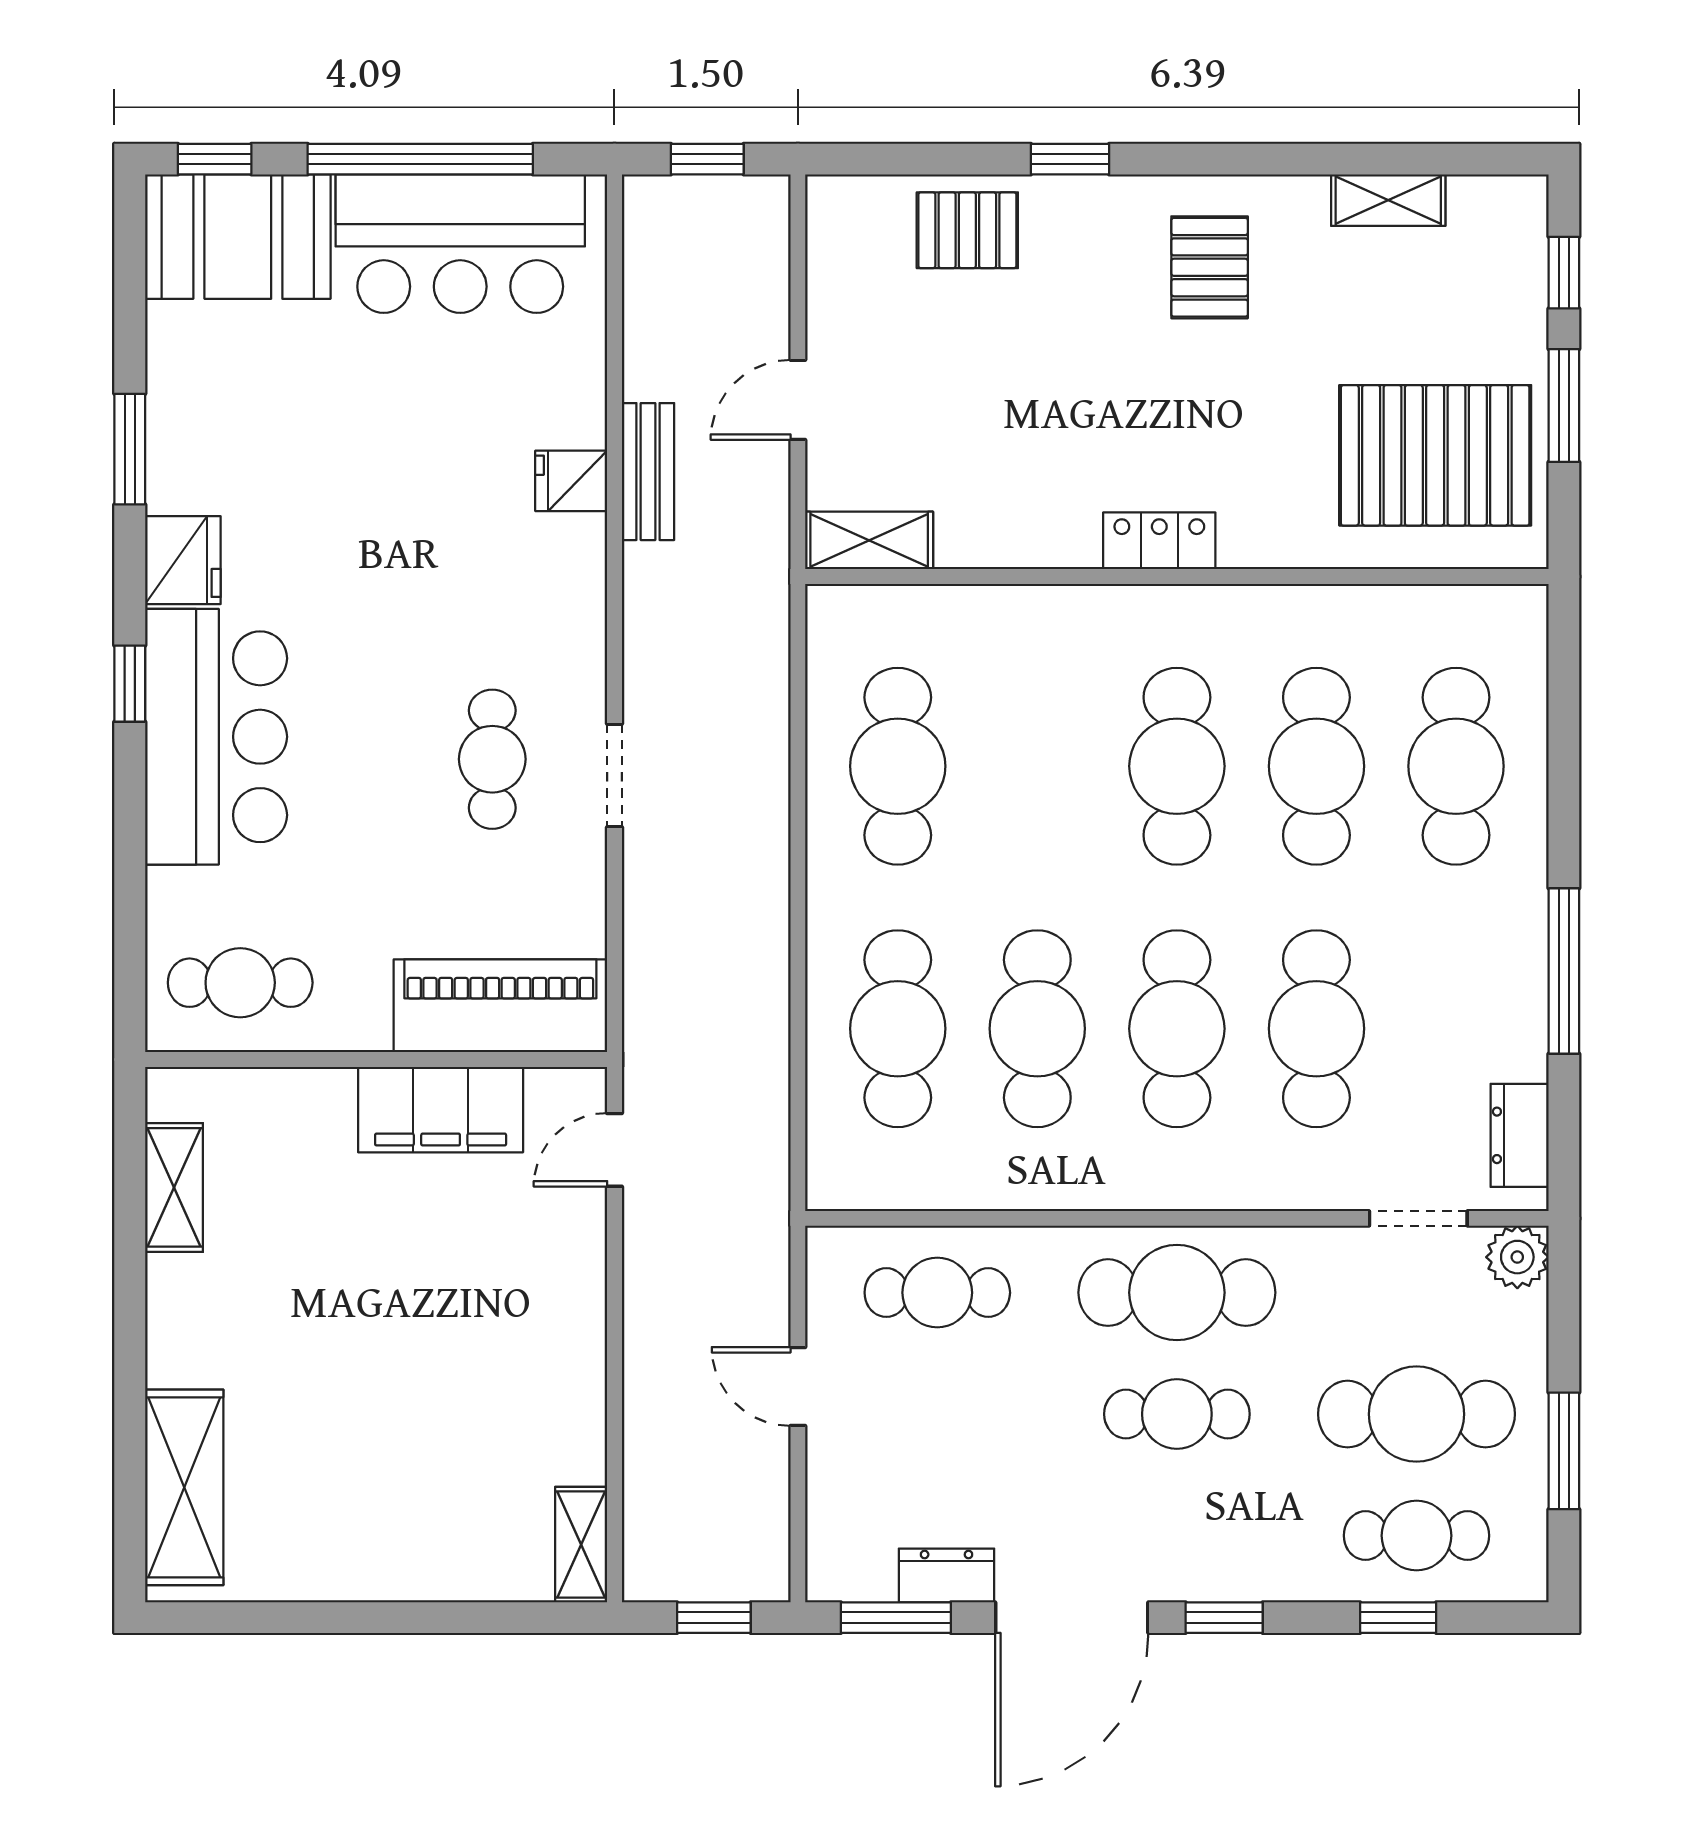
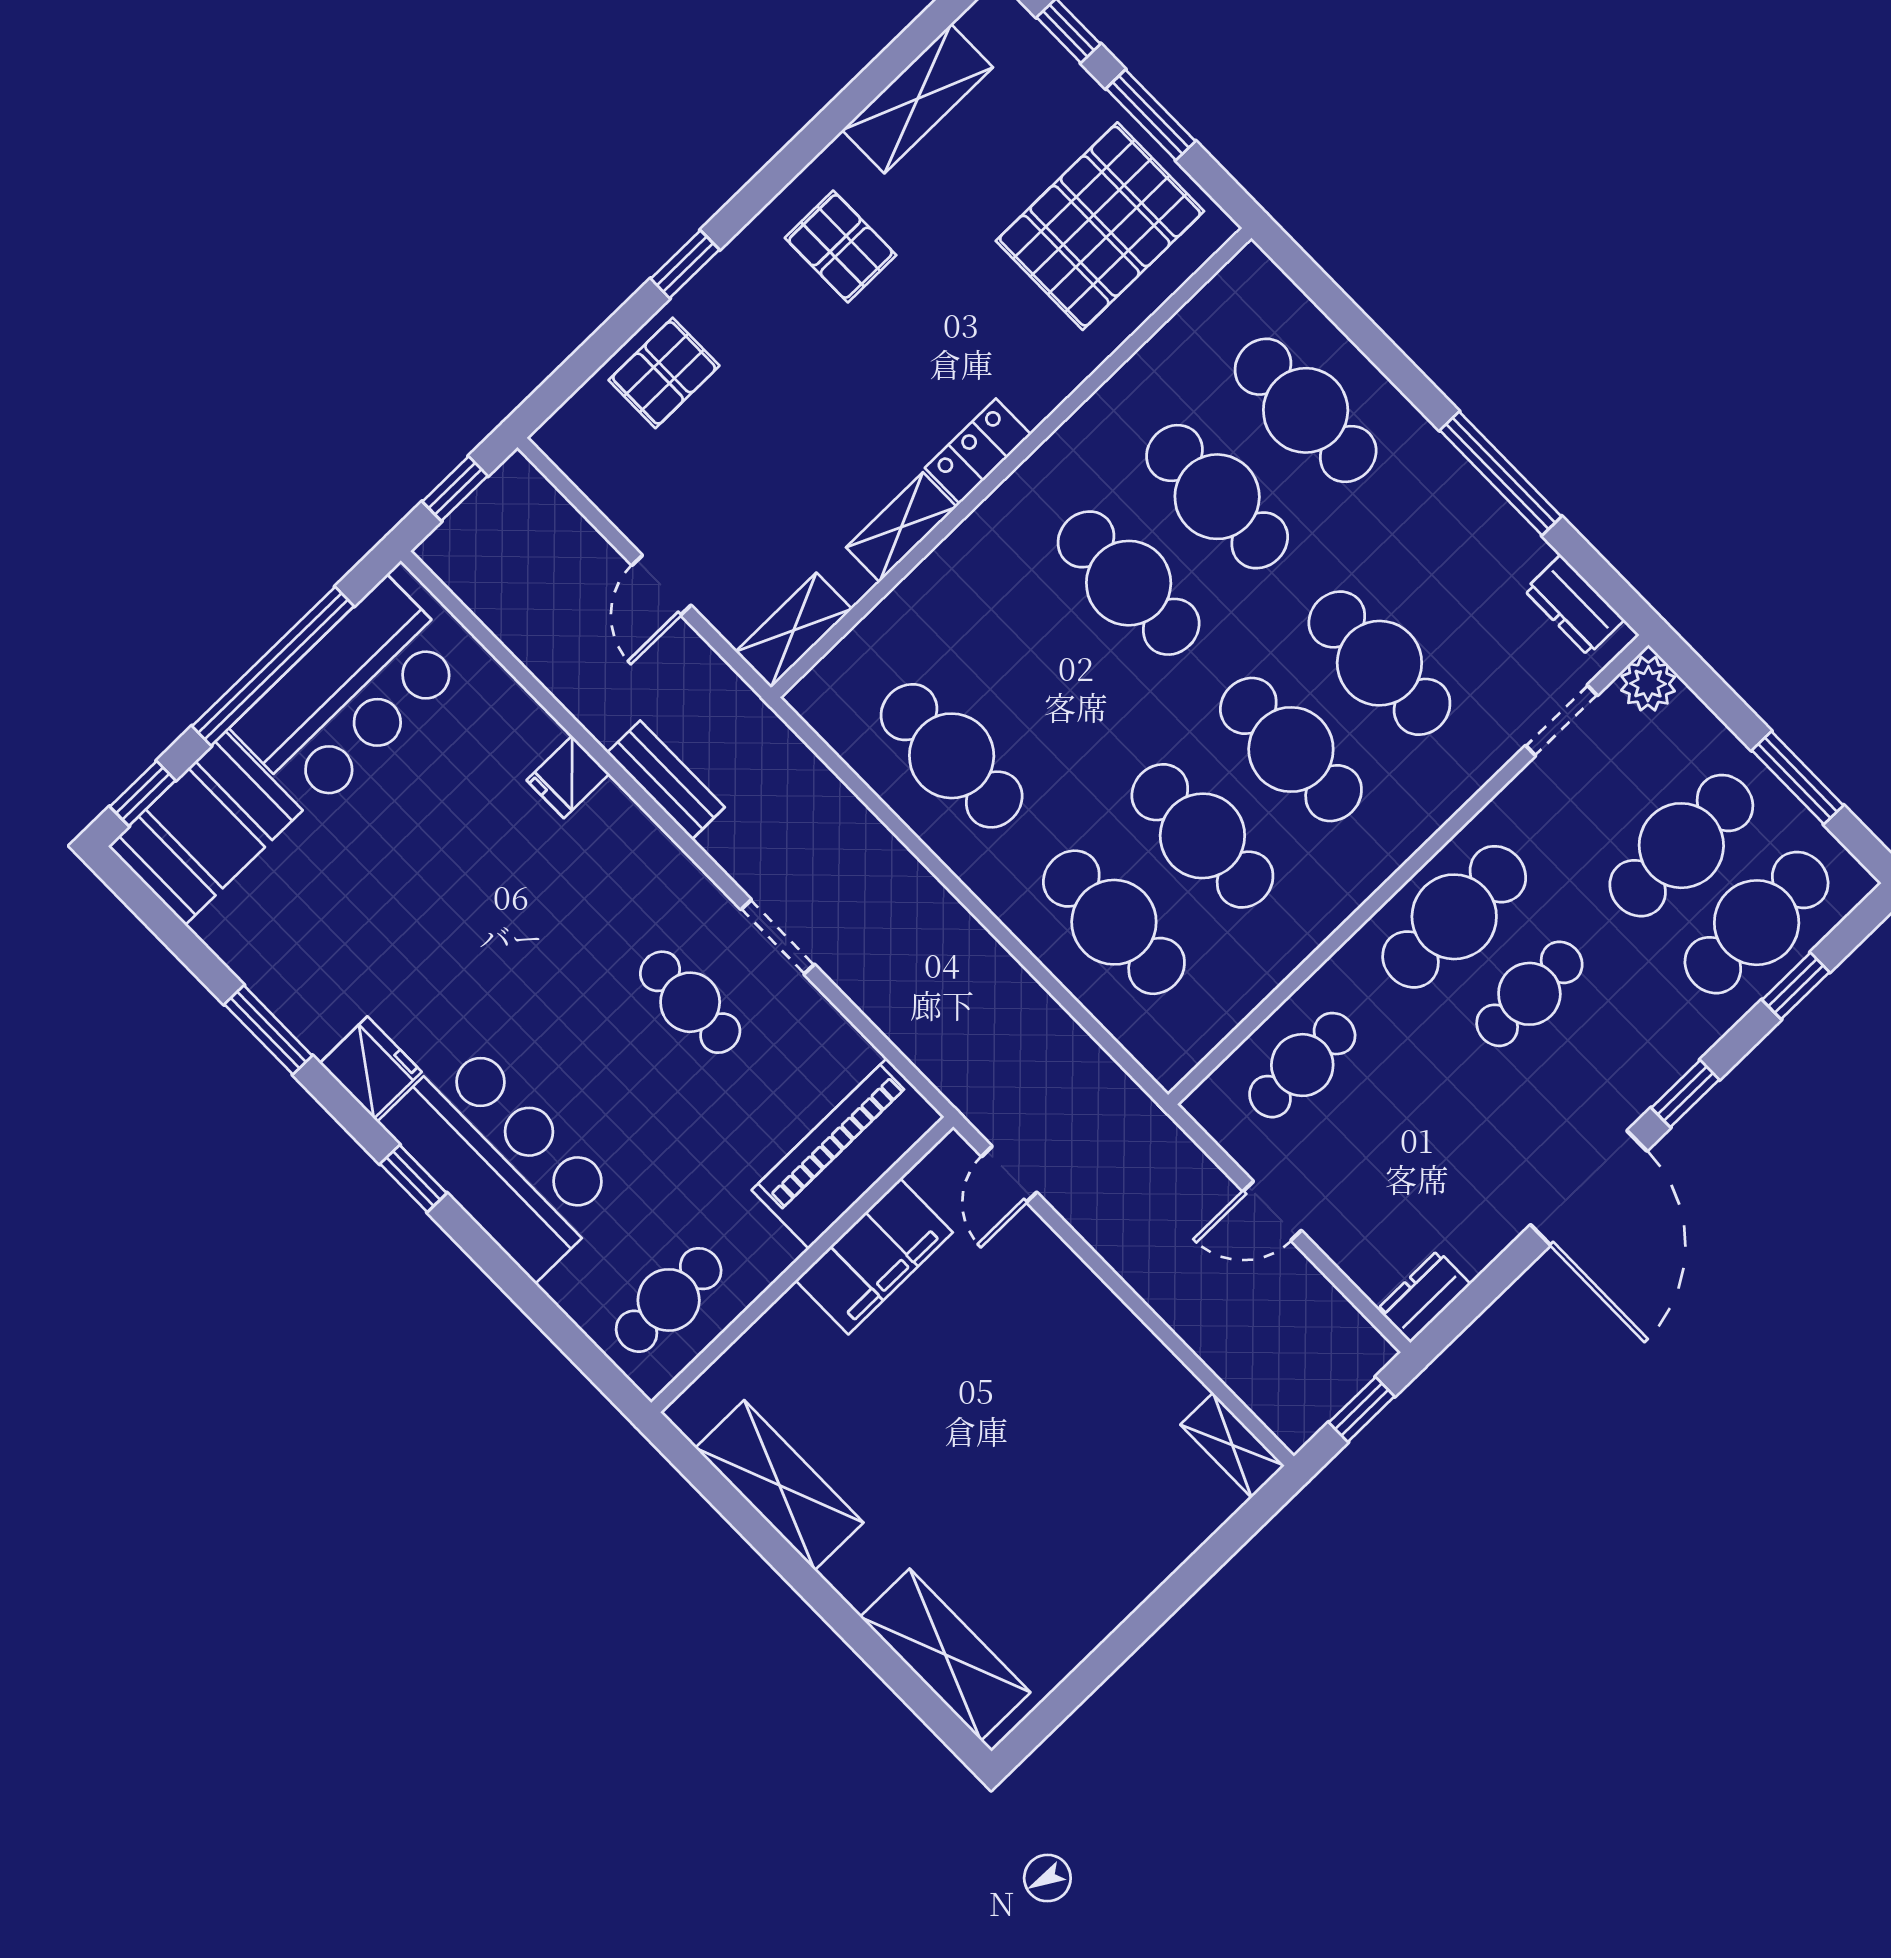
shelving: (1388, 200) -> (918, 99), width x1.50, depth x1.33
bench: (648, 472) -> (666, 780), moved
shelving: (1037, 542) -> (901, 527), added
shelving: (174, 1187) -> (779, 1485), width x1.50, depth x1.33
cafe table: (1417, 1536) -> (1757, 923), width x1.37, depth x1.35
dresser: (947, 1575) -> (1424, 1297), moved
window: (896, 1618) -> (1477, 1297), removed

